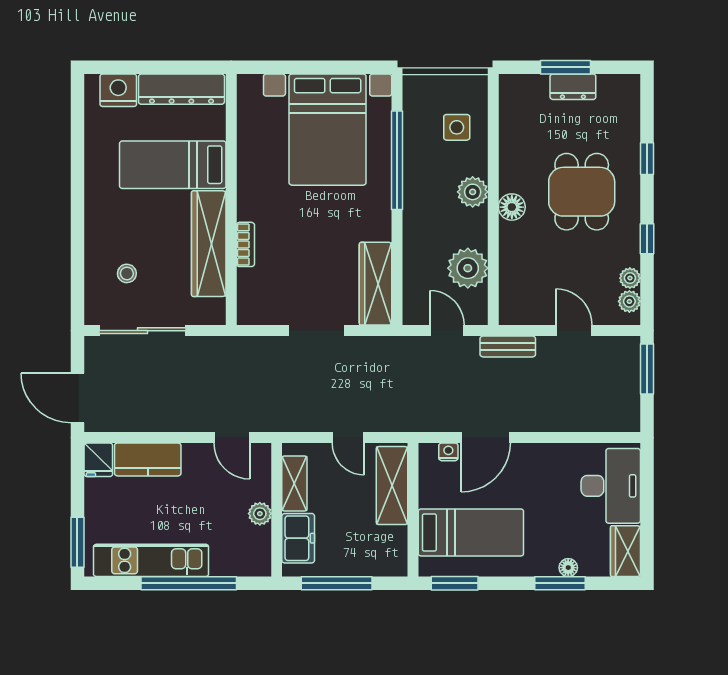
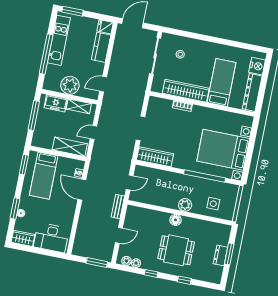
plant: (468, 268) -> (154, 196), removed
plant: (260, 514) -> (70, 85), width x1.87, depth x1.87

